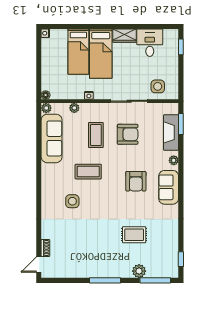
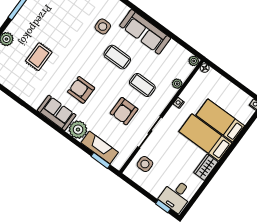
desk: (150, 43) -> (176, 196), moved, turned 90
sofa: (52, 138) -> (145, 32), moved
plant: (174, 160) -> (78, 130), width x1.87, depth x1.87
coffee table: (88, 172) -> (117, 57), turned 90

